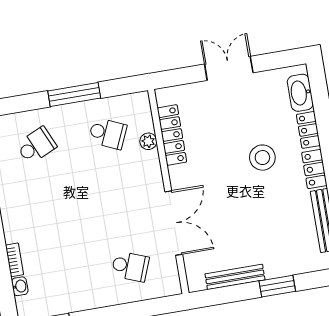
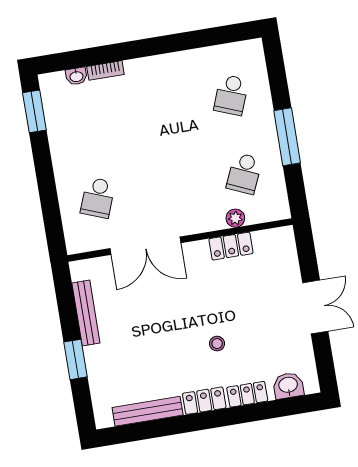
washbasin: (300, 93) -> (288, 385), width x0.72
locker: (172, 135) -> (231, 246), width x0.66
school desk: (36, 146) -> (231, 95), turned 45
stool: (262, 158) -> (217, 344), width x0.53, depth x0.53

